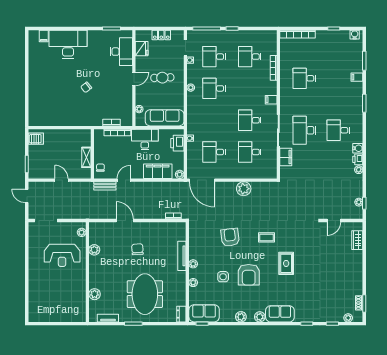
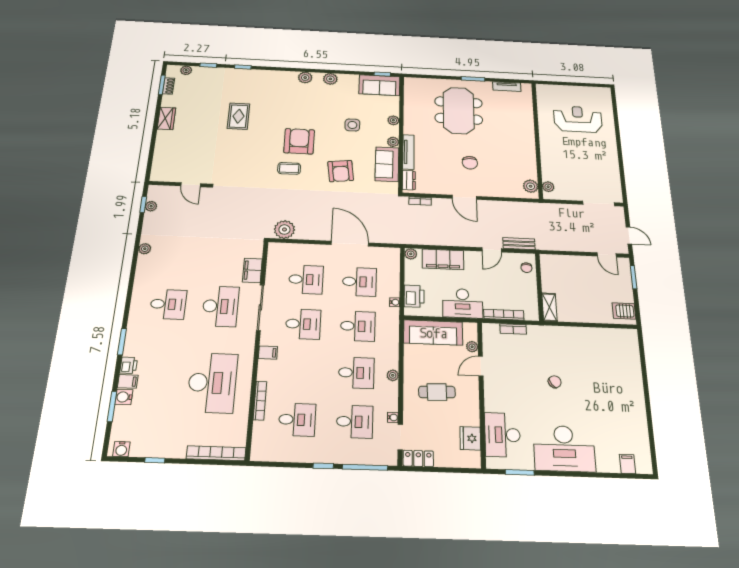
locker: (161, 35) -> (418, 458), moved
desk: (68, 44) -> (564, 448), moved
desk: (304, 78) -> (212, 383), width x1.87, depth x1.30
door: (134, 79) -> (481, 366), moved
desk: (214, 120) -> (358, 326), added
water cooler: (358, 148) -> (124, 397), moved
shelving: (86, 157) -> (549, 307), moved
printer: (358, 159) -> (129, 365), moved
door: (61, 180) -> (607, 255), moved
door: (202, 180) -> (350, 244), moved
plant: (244, 189) -> (284, 230), moved
door: (125, 221) -> (464, 197), moved
door: (334, 221) -> (191, 185), swing flipped
wardrobe: (357, 240) -> (166, 118), moved
plant: (94, 250) -> (531, 186), moved
reception desk: (62, 255) -> (578, 119), moved
rug: (286, 263) -> (238, 116), moved
armchair: (249, 275) -> (299, 141), moved
plant: (95, 294) -> (526, 114), removed
dresser: (181, 314) -> (409, 180), moved
sofa: (280, 314) -> (387, 164), moved, turned 90

